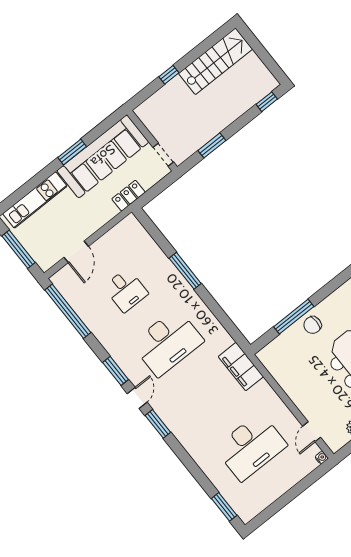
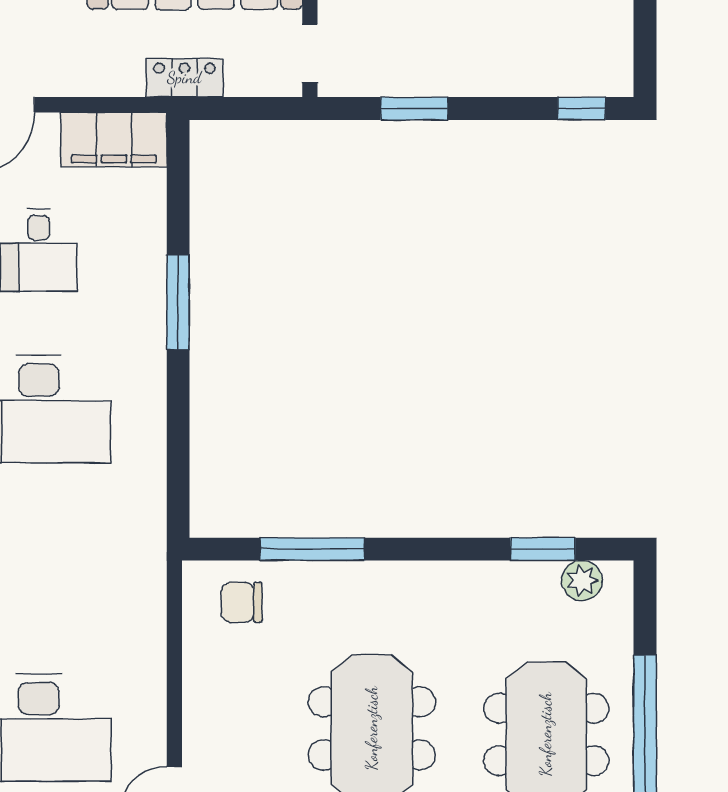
chair: (313, 325) -> (242, 602), moved
filing cabinet: (241, 367) -> (114, 140), moved, turned -90

